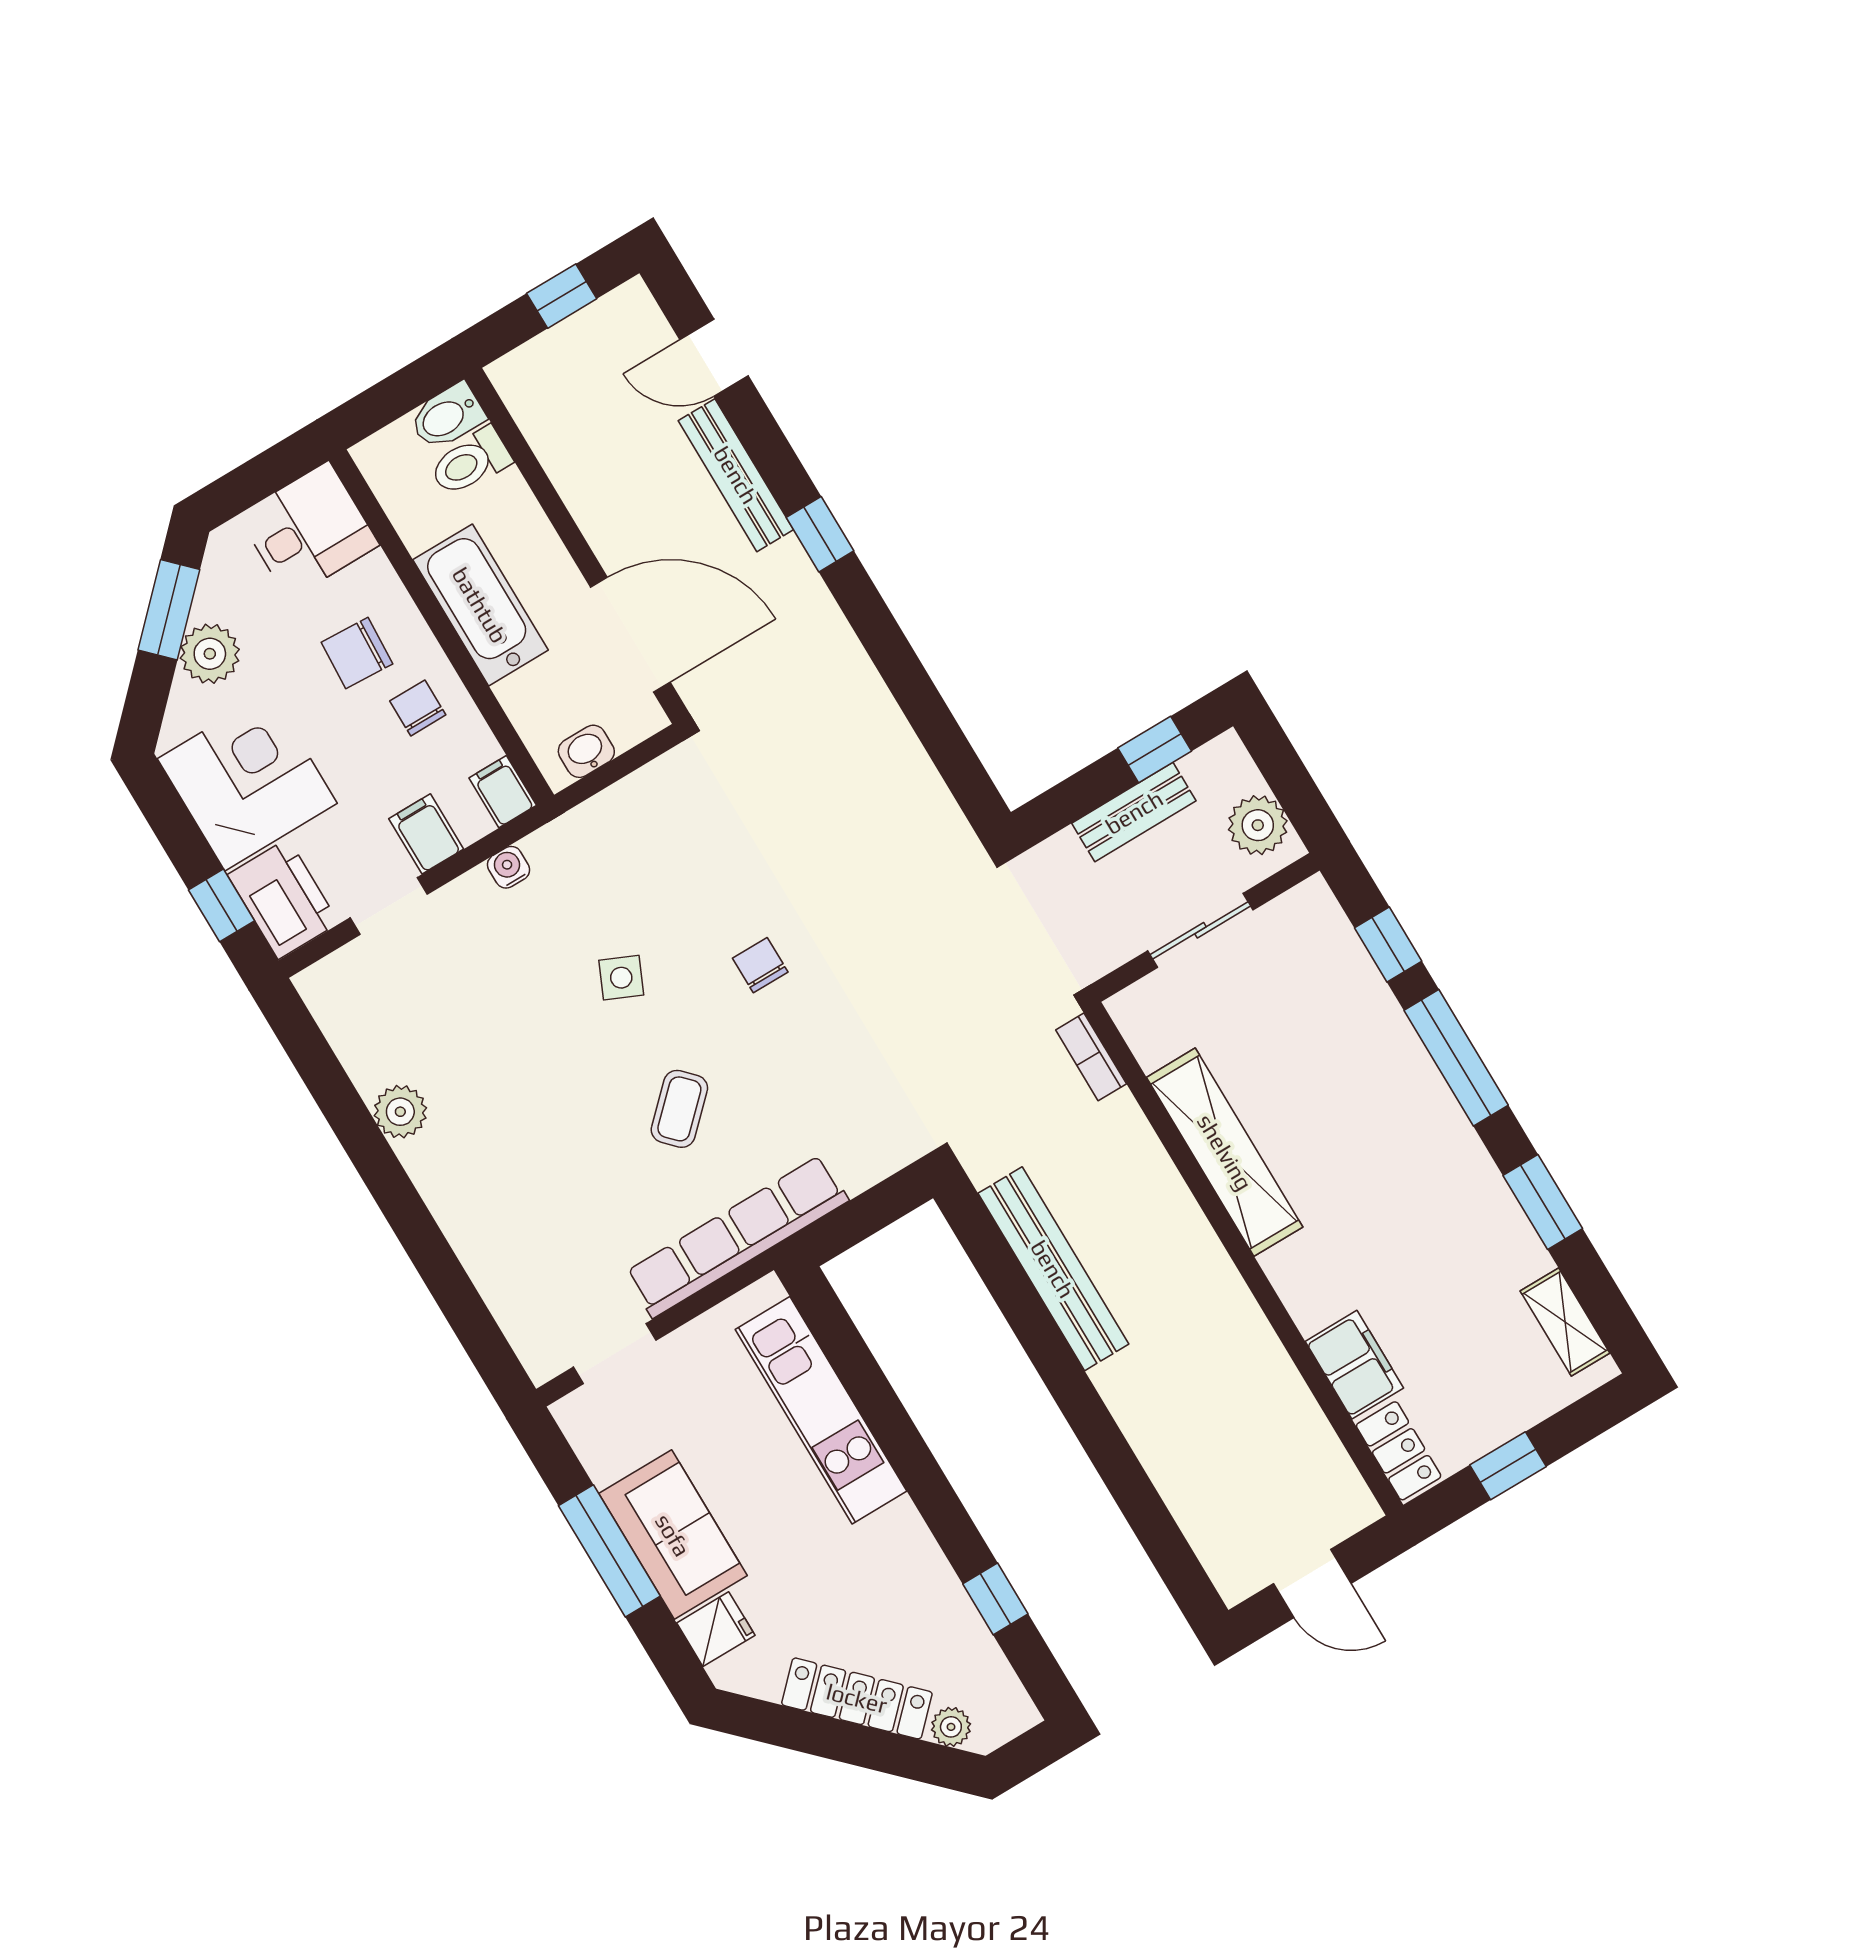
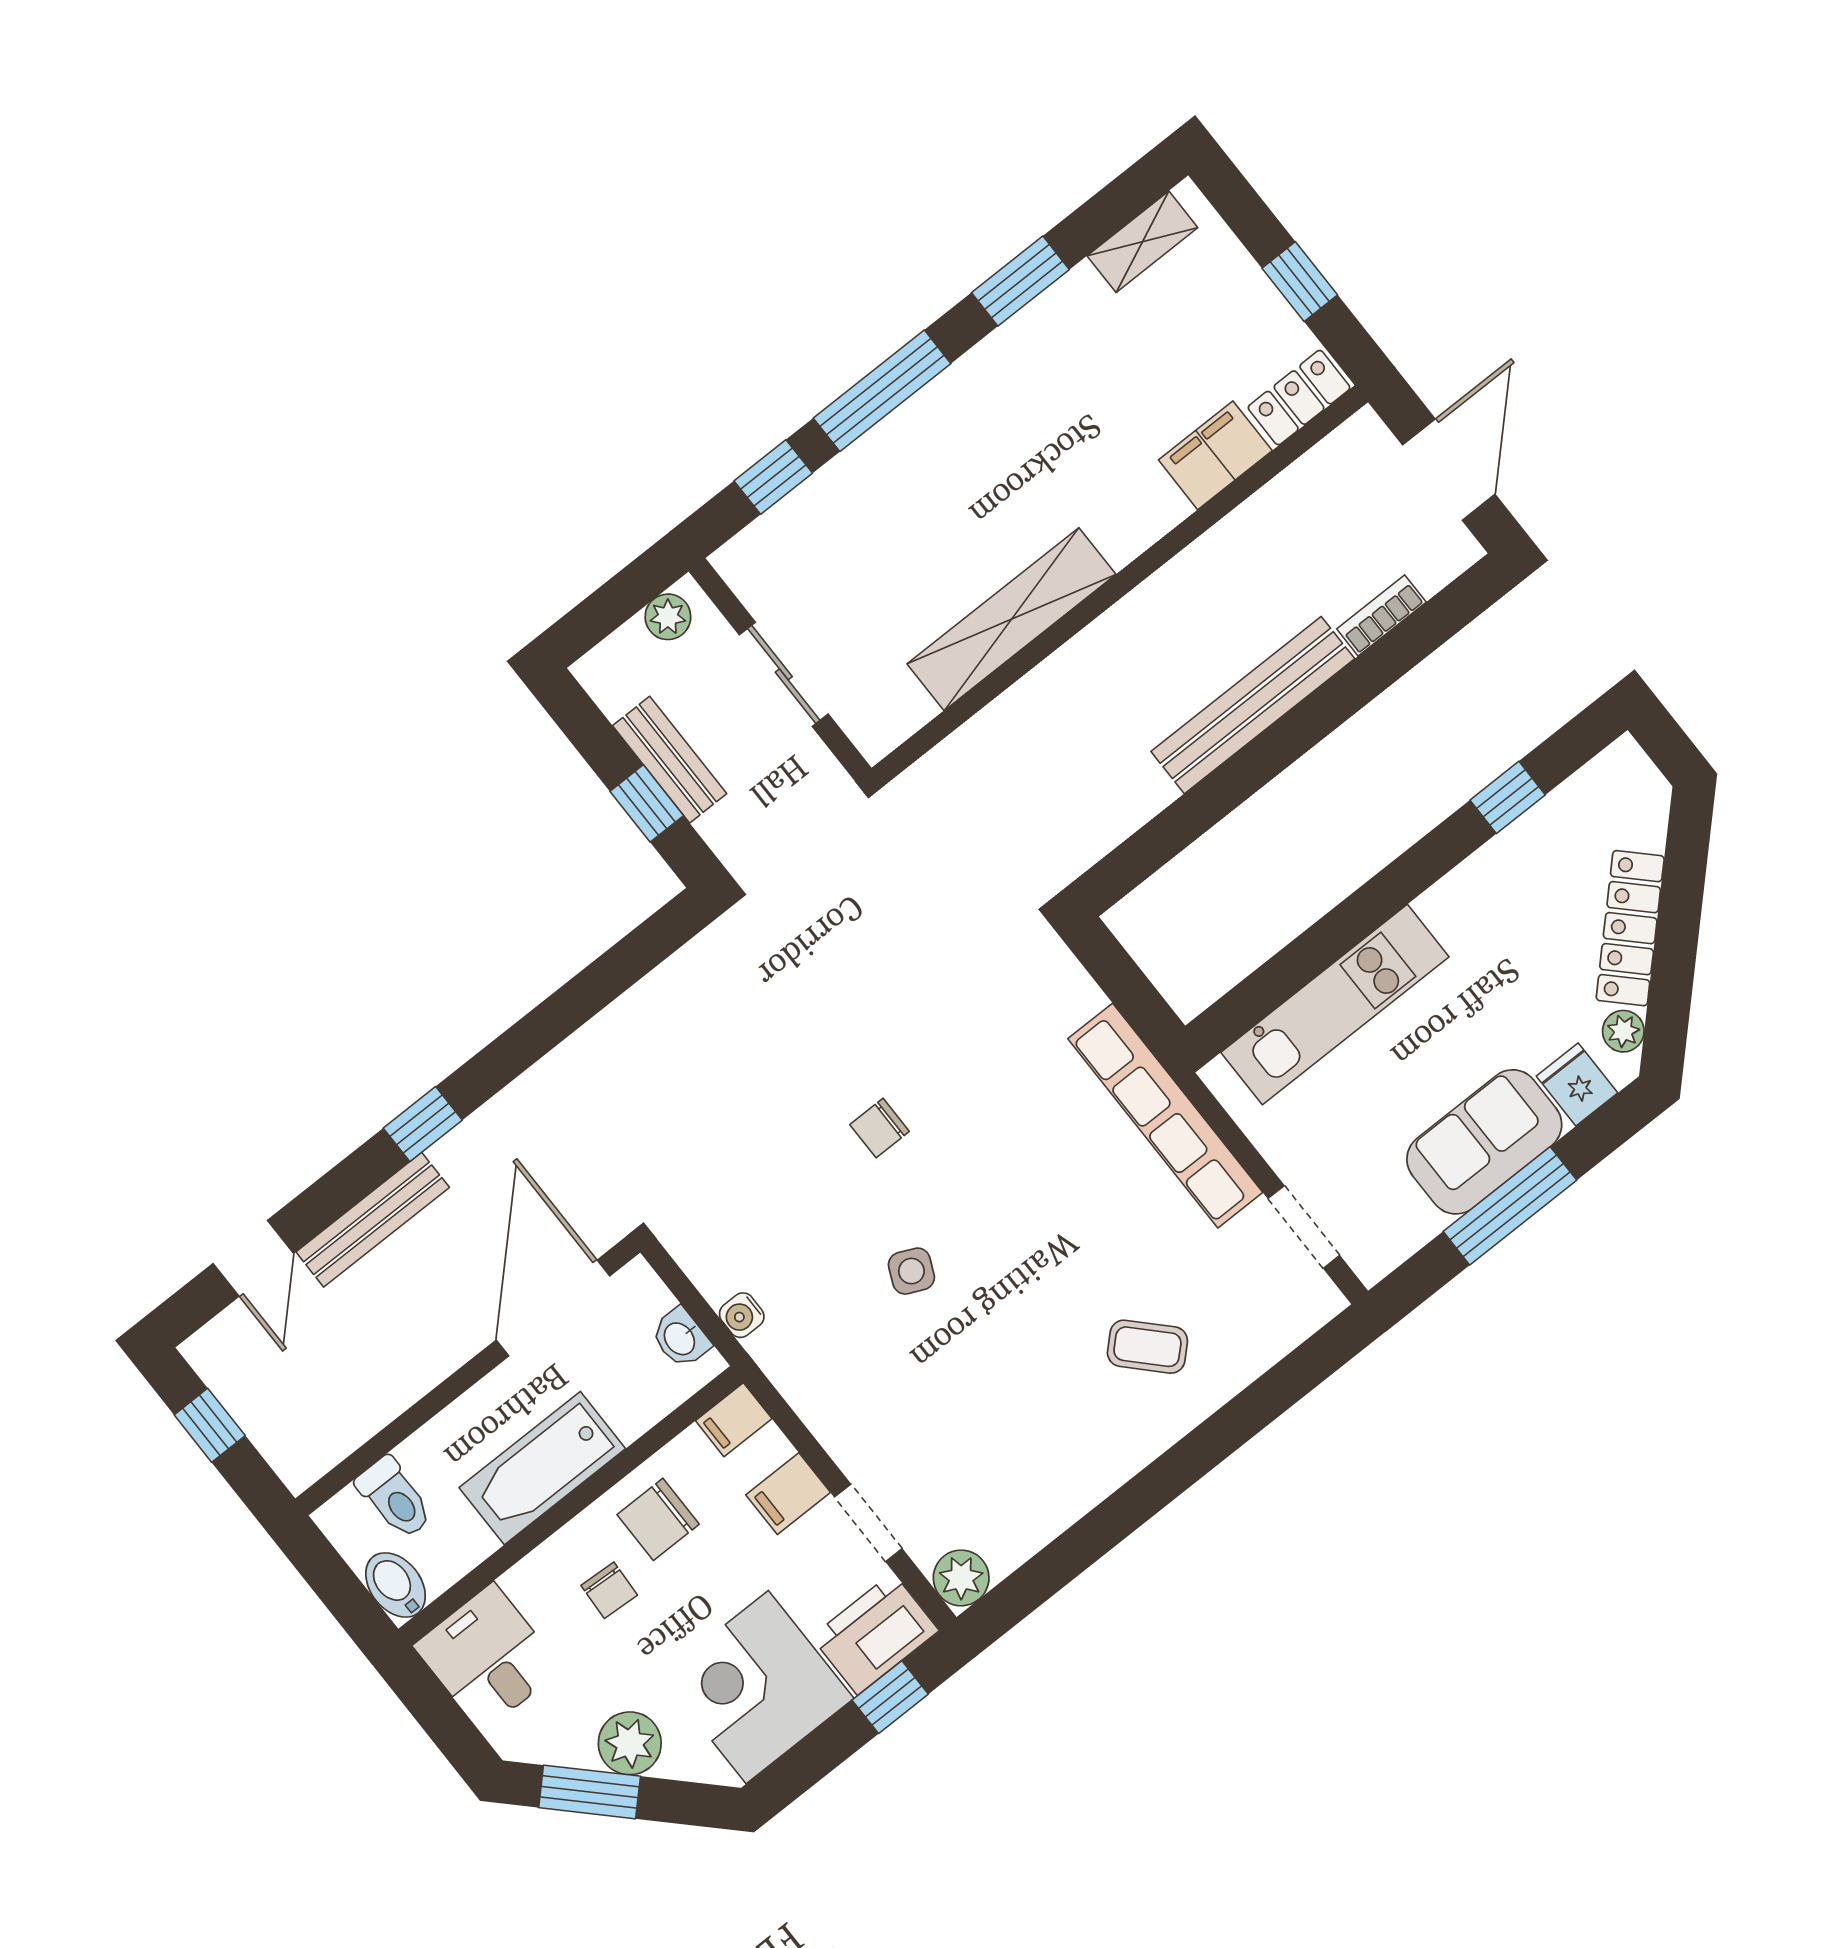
bidet: (447, 416) -> (396, 1585), moved, turned 180
chair: (357, 653) -> (609, 1590), width x0.73, depth x0.73
chair: (418, 708) -> (658, 1519), width x1.37, depth x1.37
window: (1155, 749) -> (647, 803), moved
plant: (1258, 825) -> (668, 617), width x0.73, depth x0.73
water cooler: (509, 867) -> (742, 1315), moved
bookcase: (1091, 1057) -> (1381, 615), moved, turned 180
coffee table: (679, 1109) -> (1147, 1347), moved
plant: (400, 1112) -> (961, 1578), moved
bench: (1053, 1269) -> (1253, 705), moved
door: (1312, 1583) -> (1449, 470), width x1.38
plant: (951, 1727) -> (1623, 1031), moved

